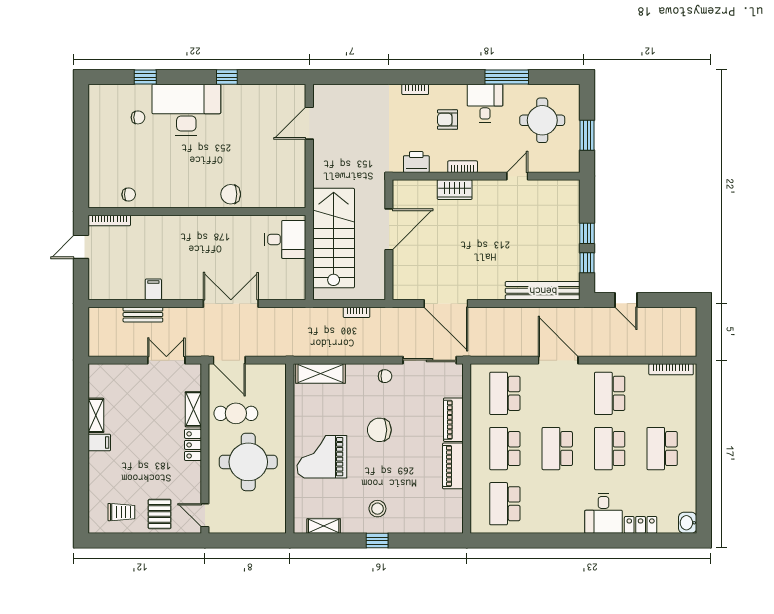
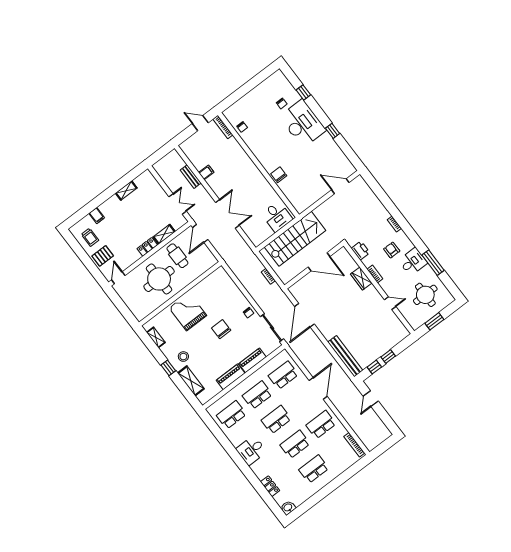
shelving: (321, 374) -> (191, 381), moved
filing cabinet: (99, 443) -> (97, 216), moved
desk: (604, 513) -> (251, 450), moved

